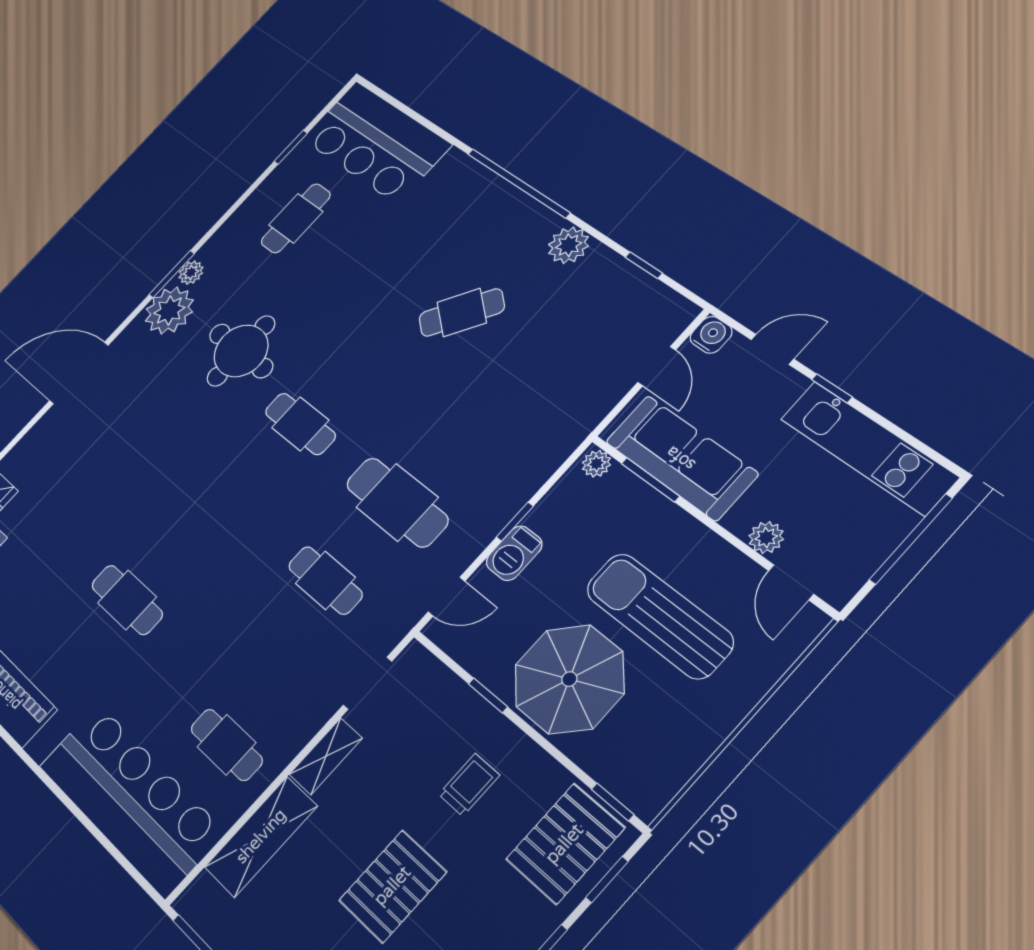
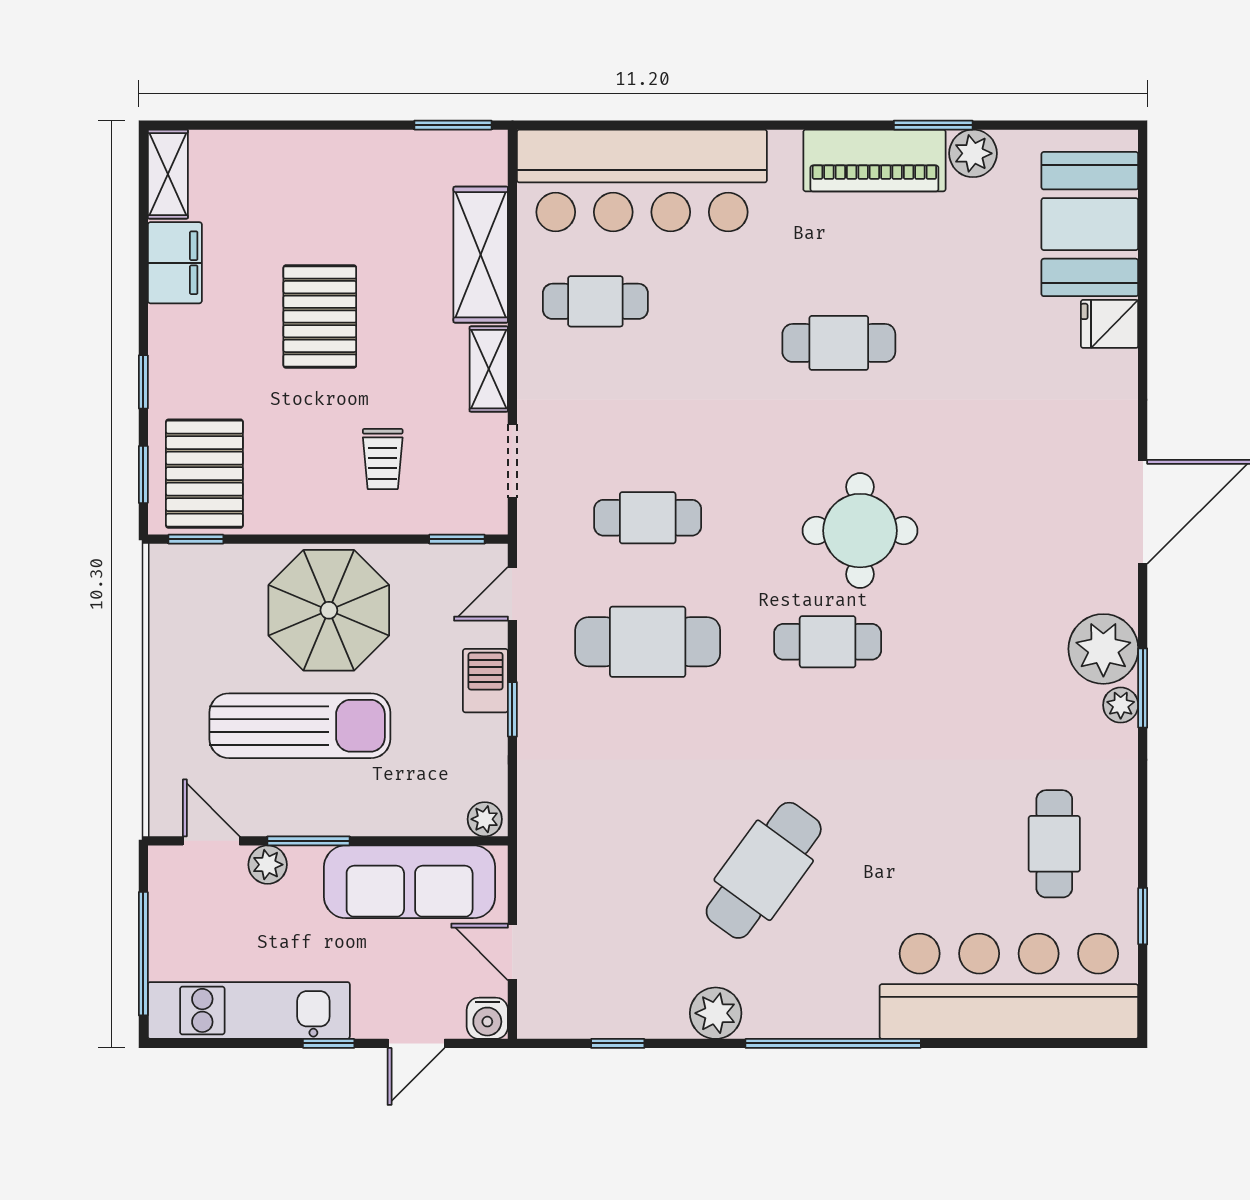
bar counter: (376, 142) -> (1009, 986), width x1.36
cafe table: (462, 312) -> (764, 870), width x1.37, depth x1.35
round table: (241, 351) -> (860, 531), moved
window: (650, 480) -> (308, 841), moved
window: (488, 695) -> (457, 539), moved
trolley: (469, 785) -> (383, 459), moved

